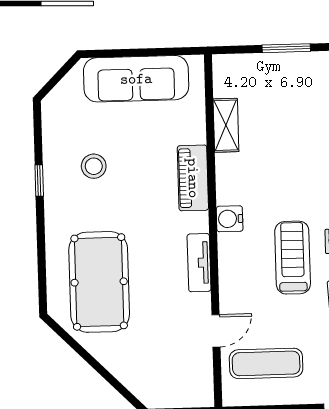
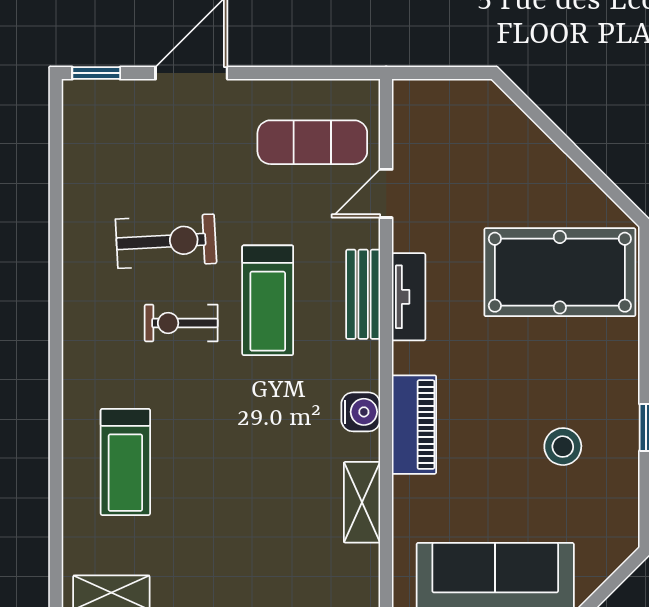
water cooler: (230, 219) -> (361, 412), moved
bench: (229, 263) -> (363, 294), added
pool table: (99, 282) -> (560, 272), turned 90

